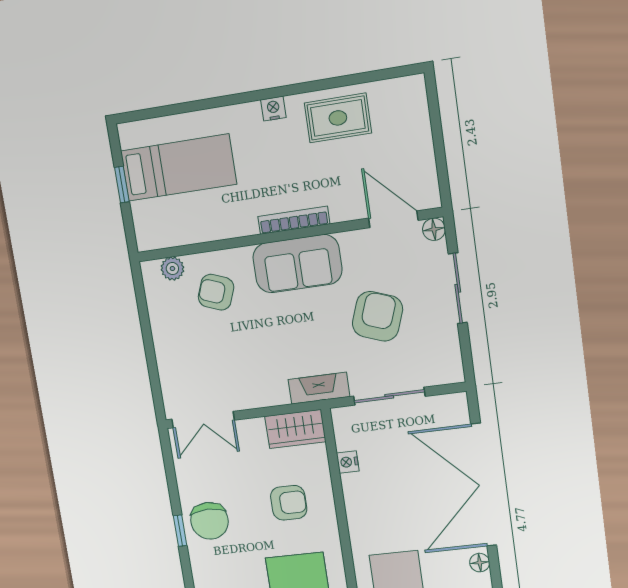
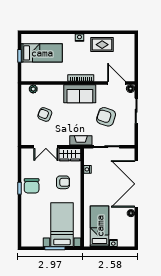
armchair: (216, 292) -> (45, 114), moved
armchair: (377, 316) -> (106, 117), turned -92
double door: (203, 420) -> (46, 147), moved

